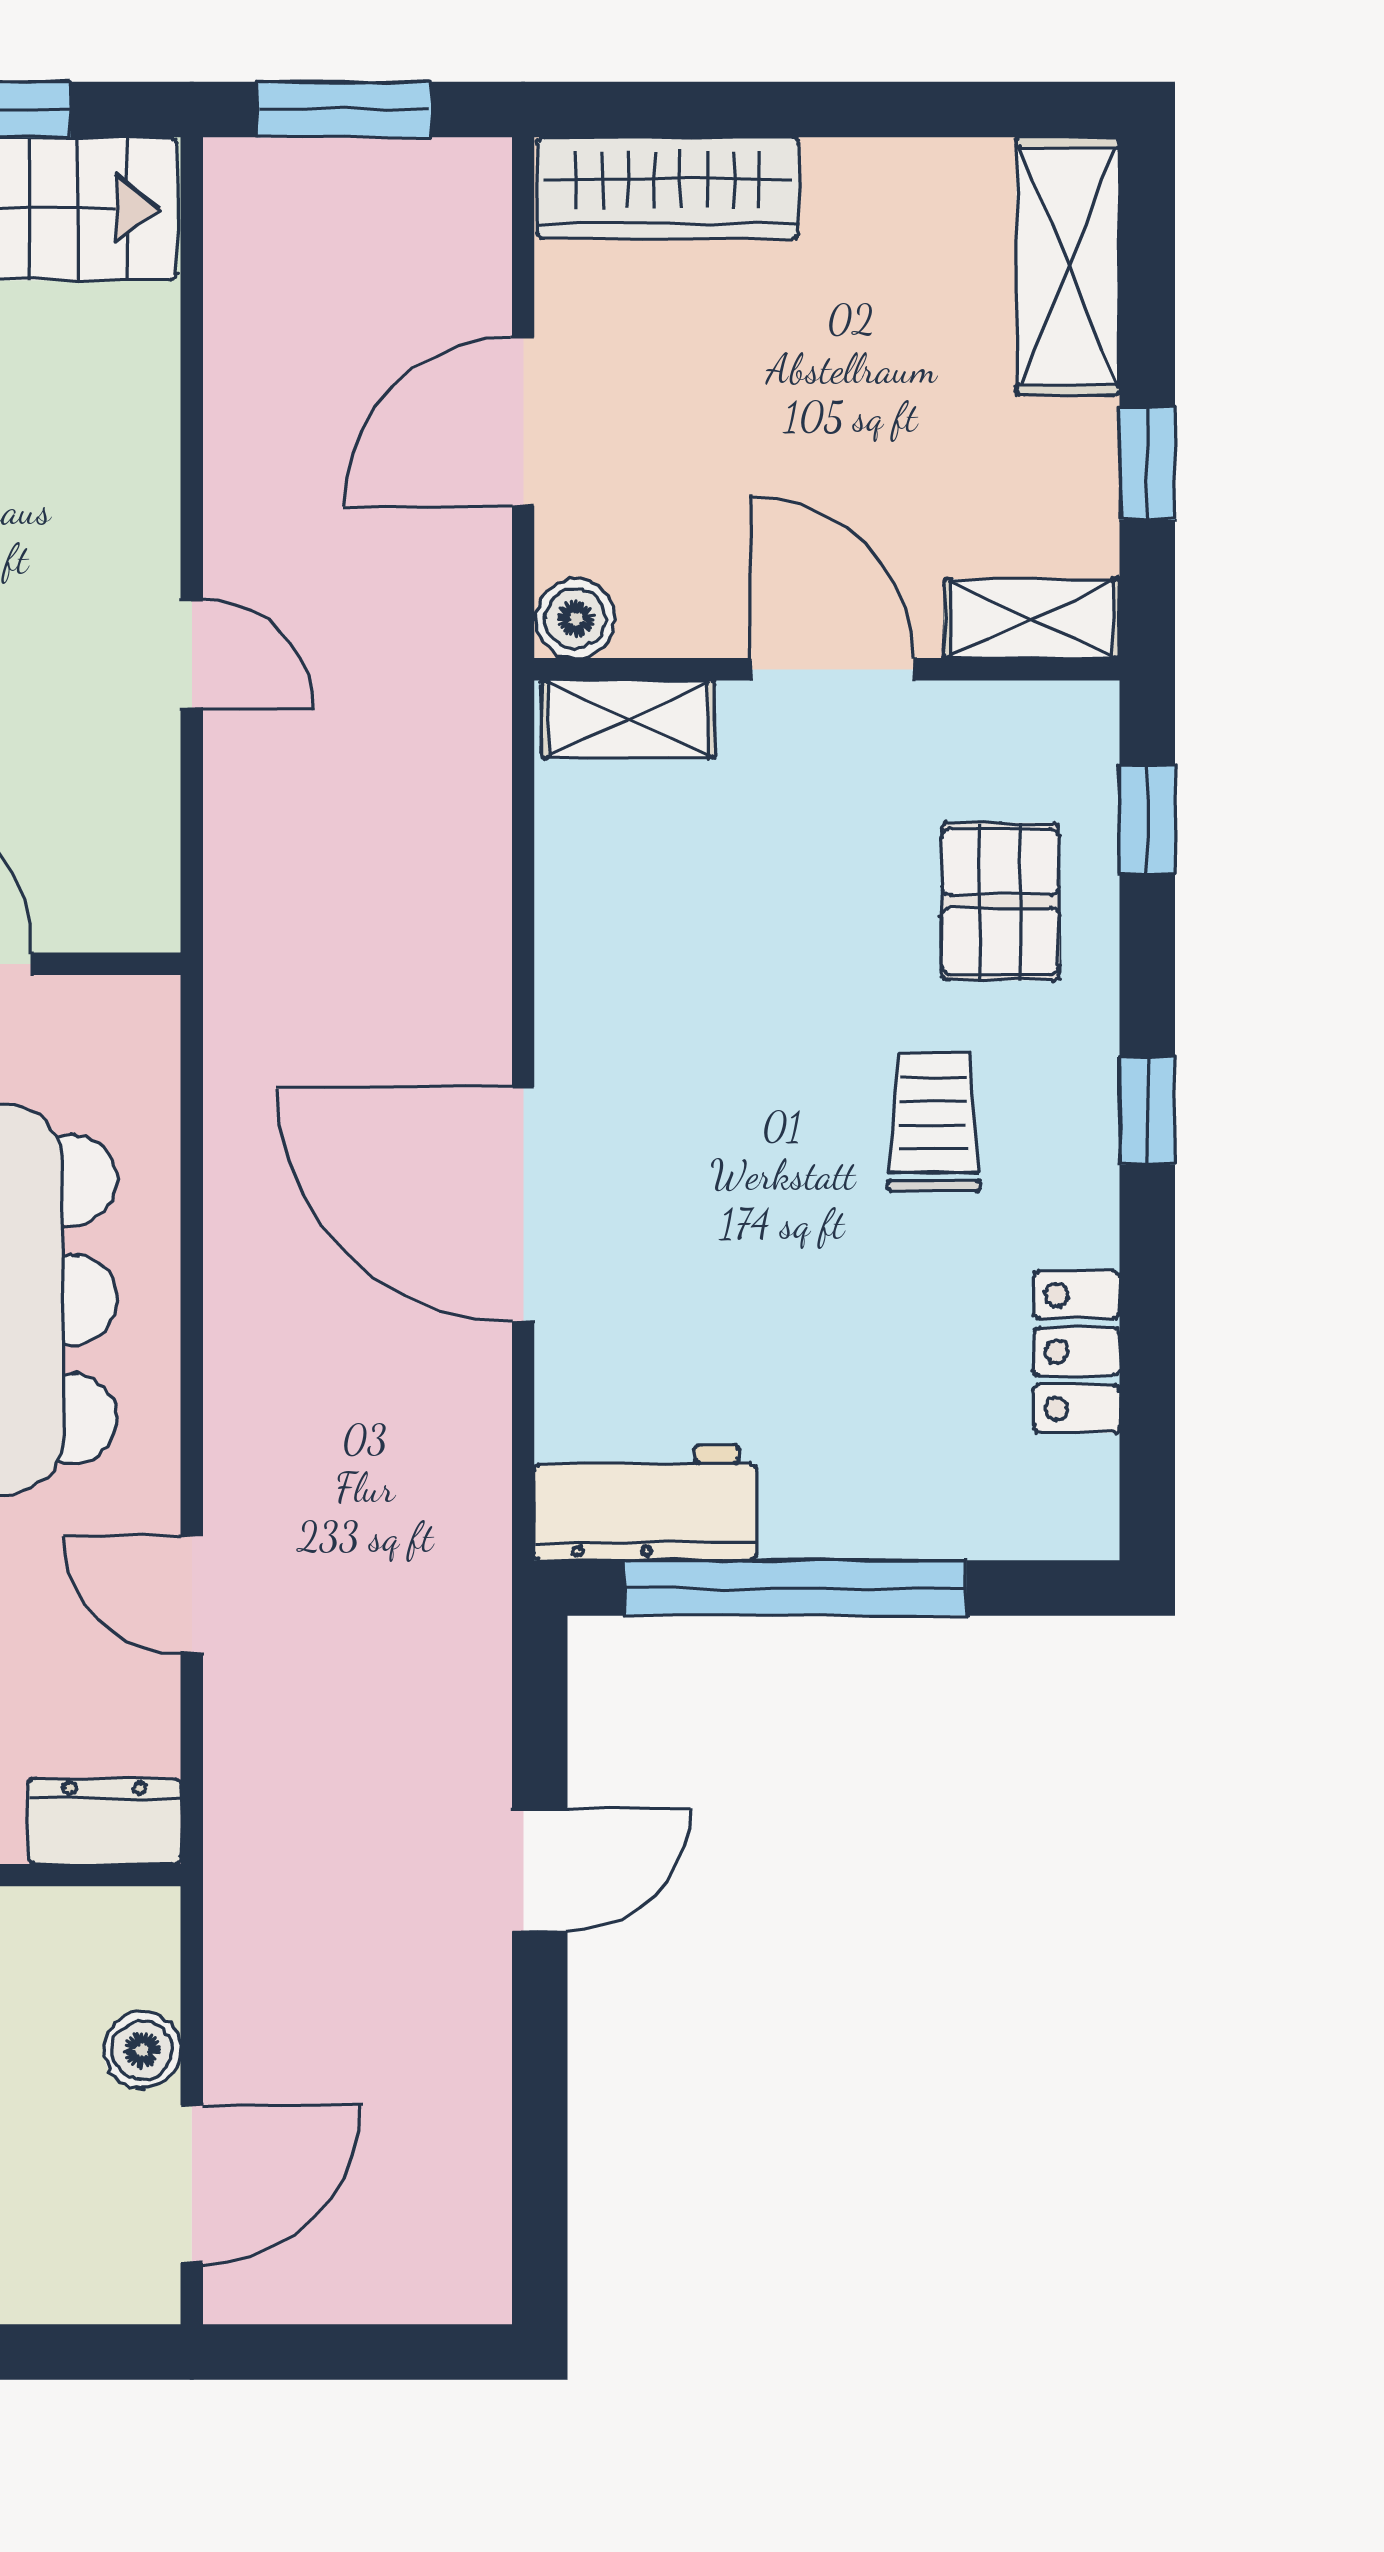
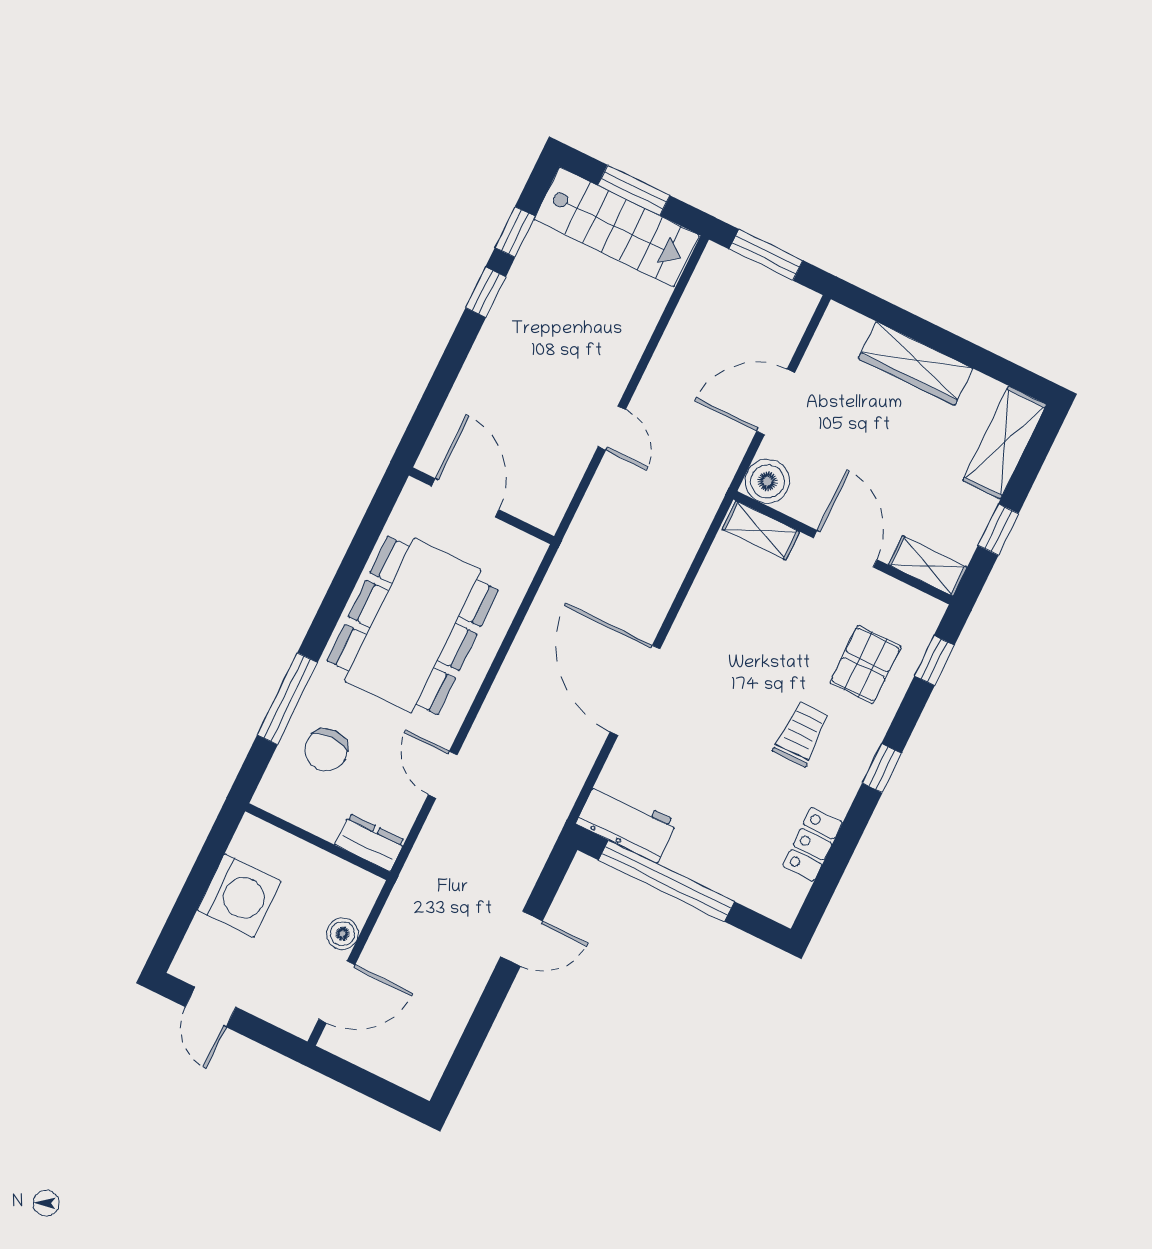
wardrobe: (668, 188) -> (916, 363), moved
boiler: (575, 619) -> (767, 481), width x1.36, depth x1.36

